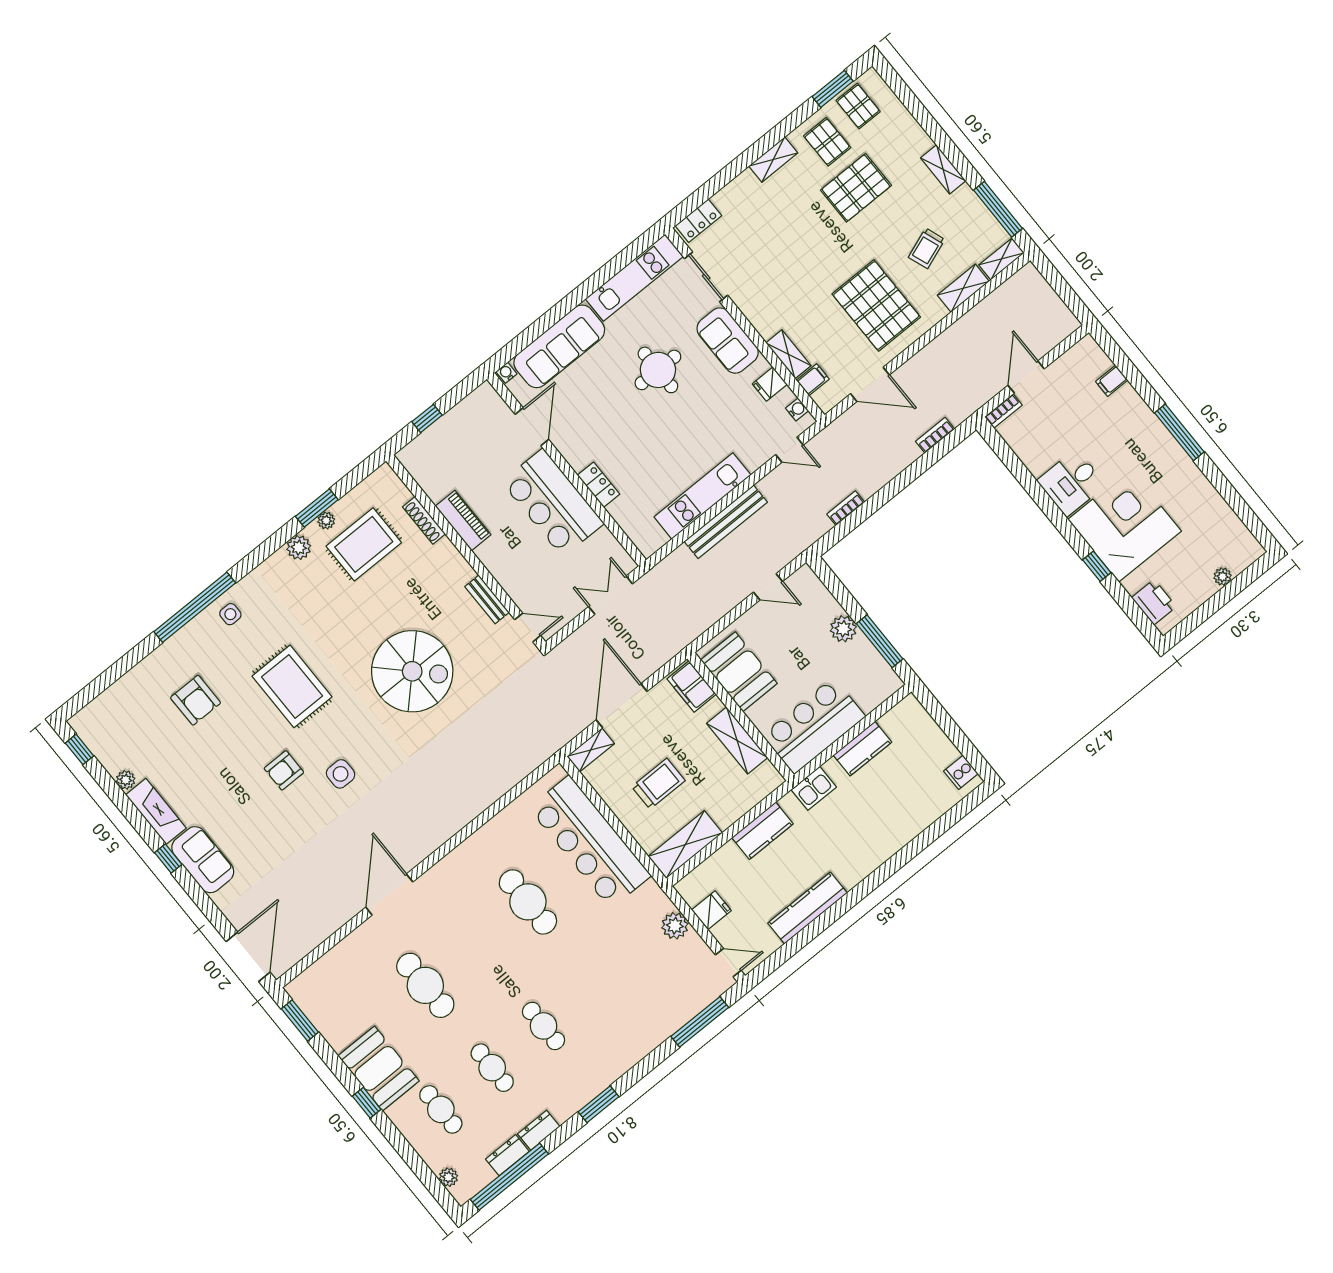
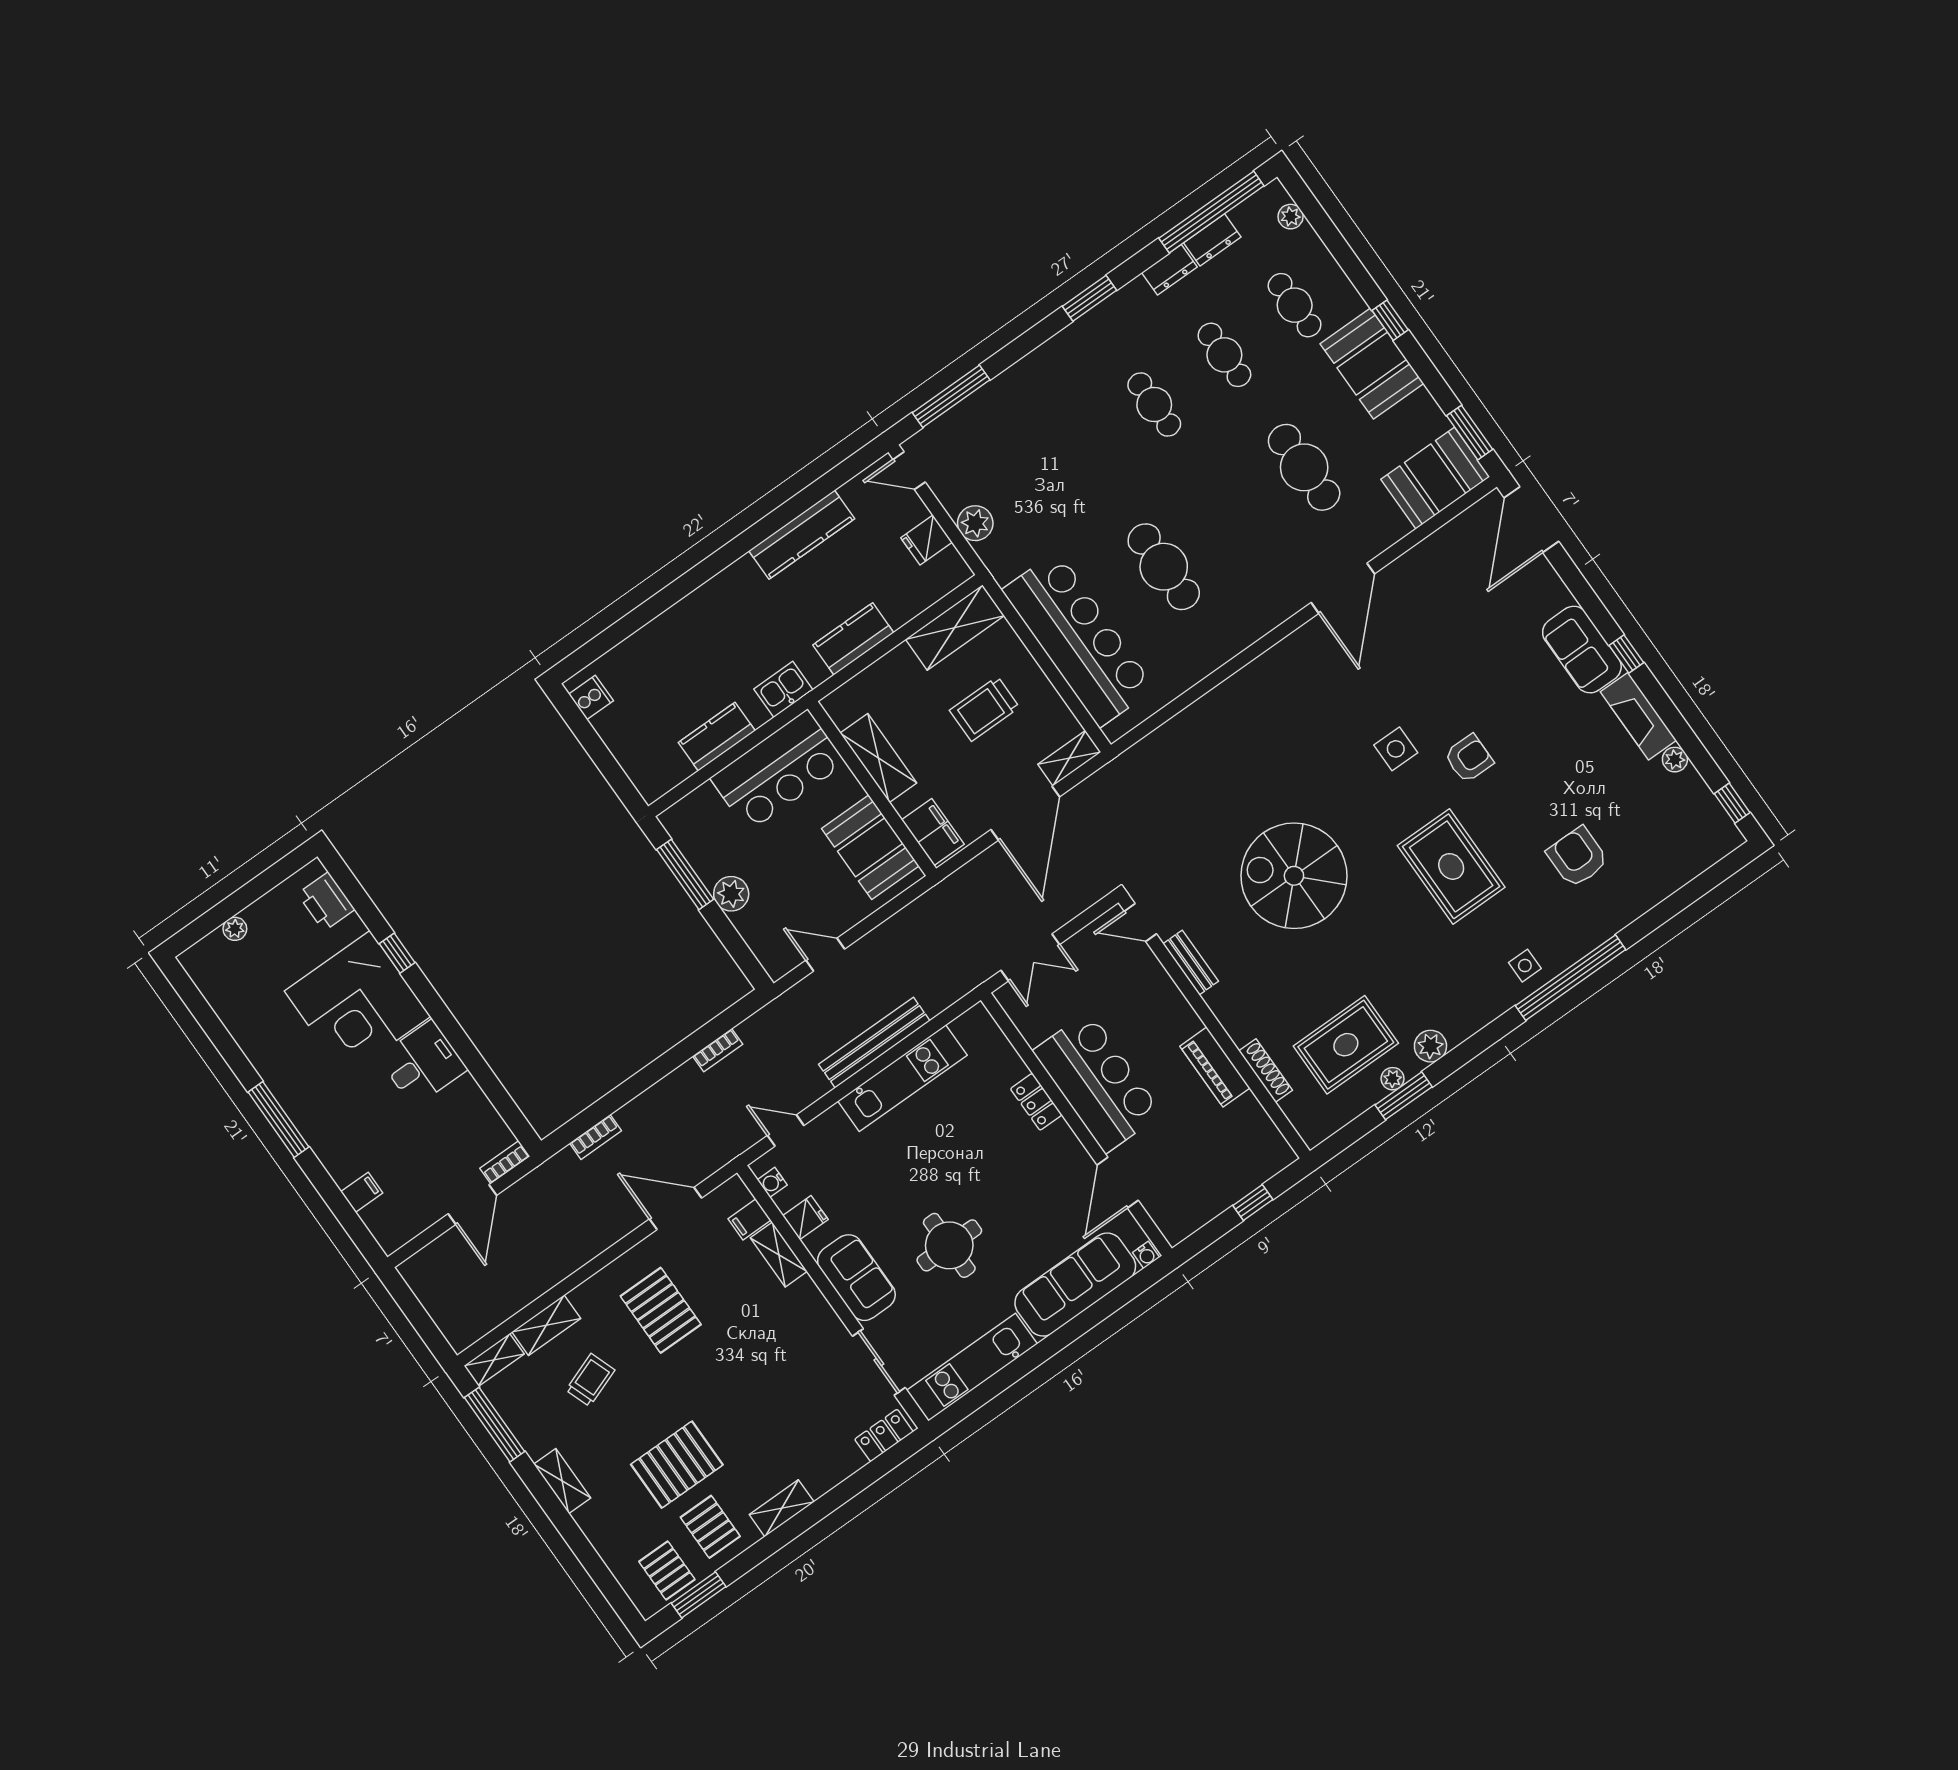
pallet: (876, 305) -> (661, 1310), width x0.73, depth x0.71
booth: (324, 984) -> (1435, 478), added

